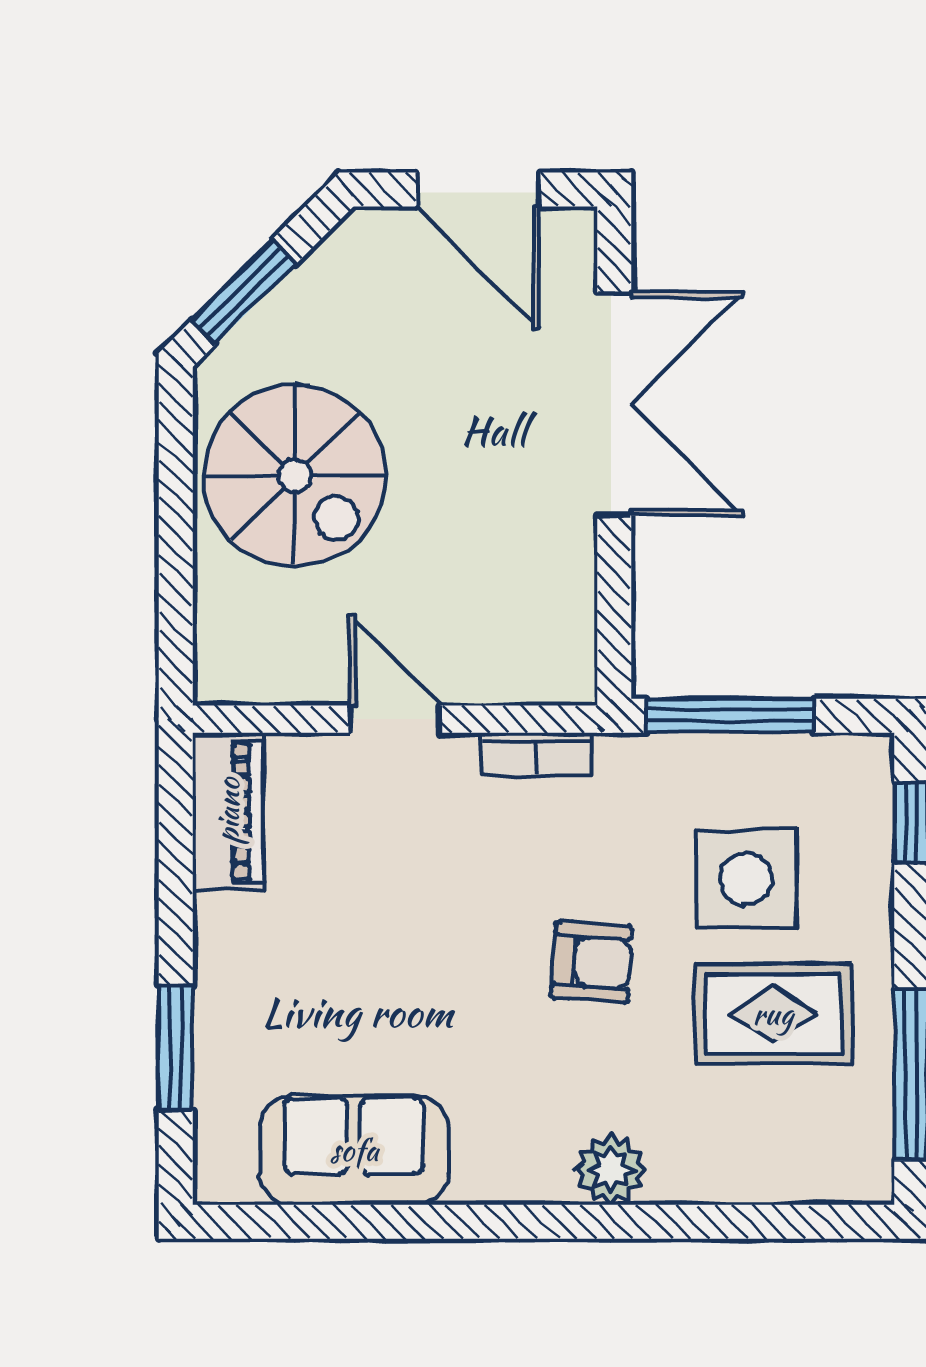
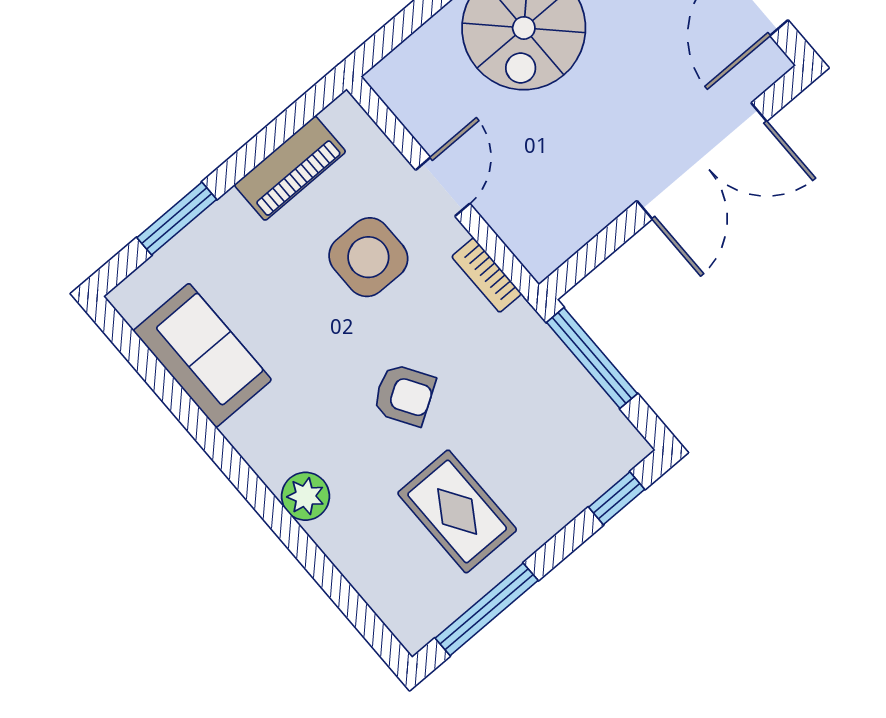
piano: (228, 811) -> (290, 168), moved
side table: (746, 879) -> (368, 257), moved
armchair: (592, 962) -> (404, 395), turned -36

